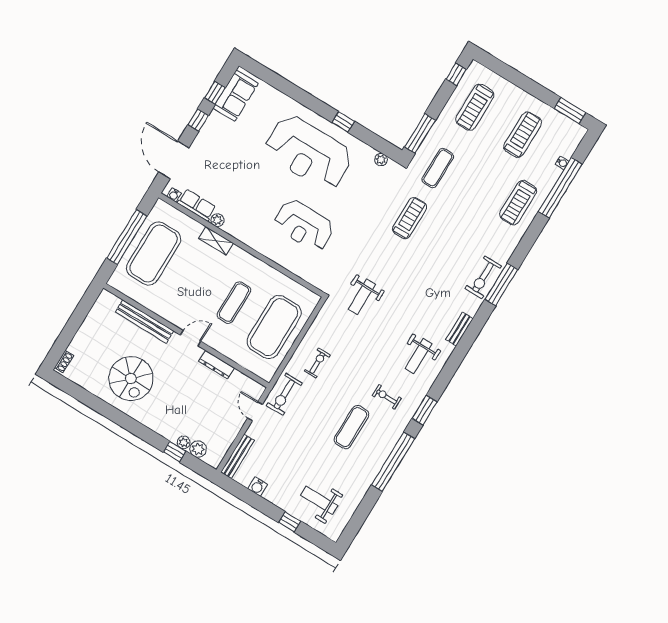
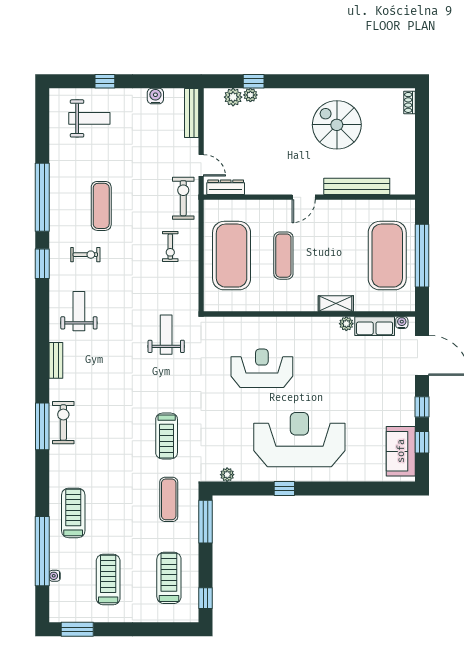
treadmill: (523, 135) -> (108, 580), turned 180
dresser: (217, 365) -> (226, 187), moved

